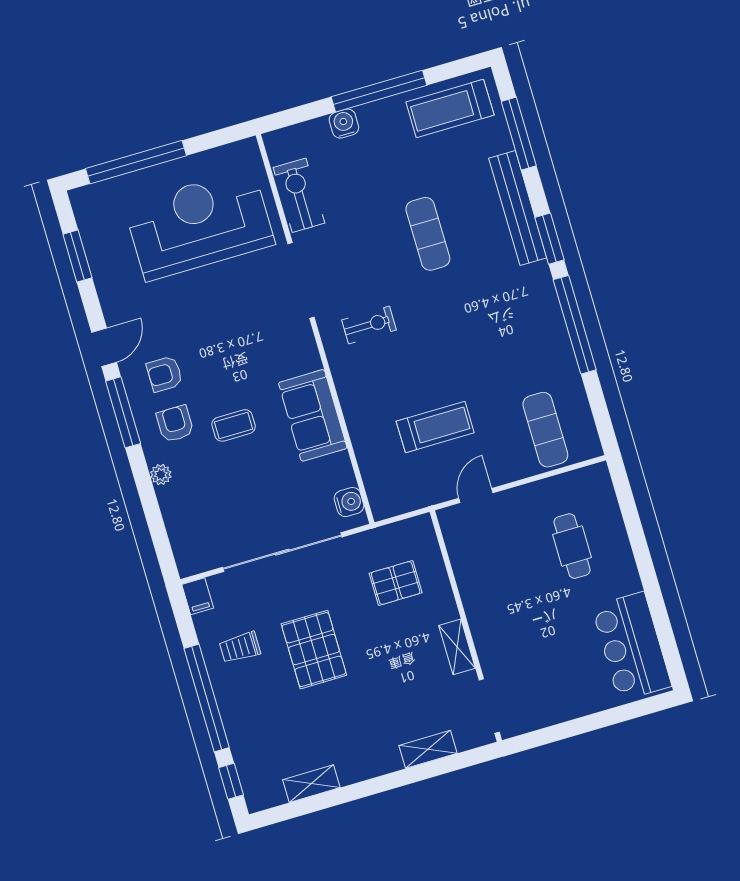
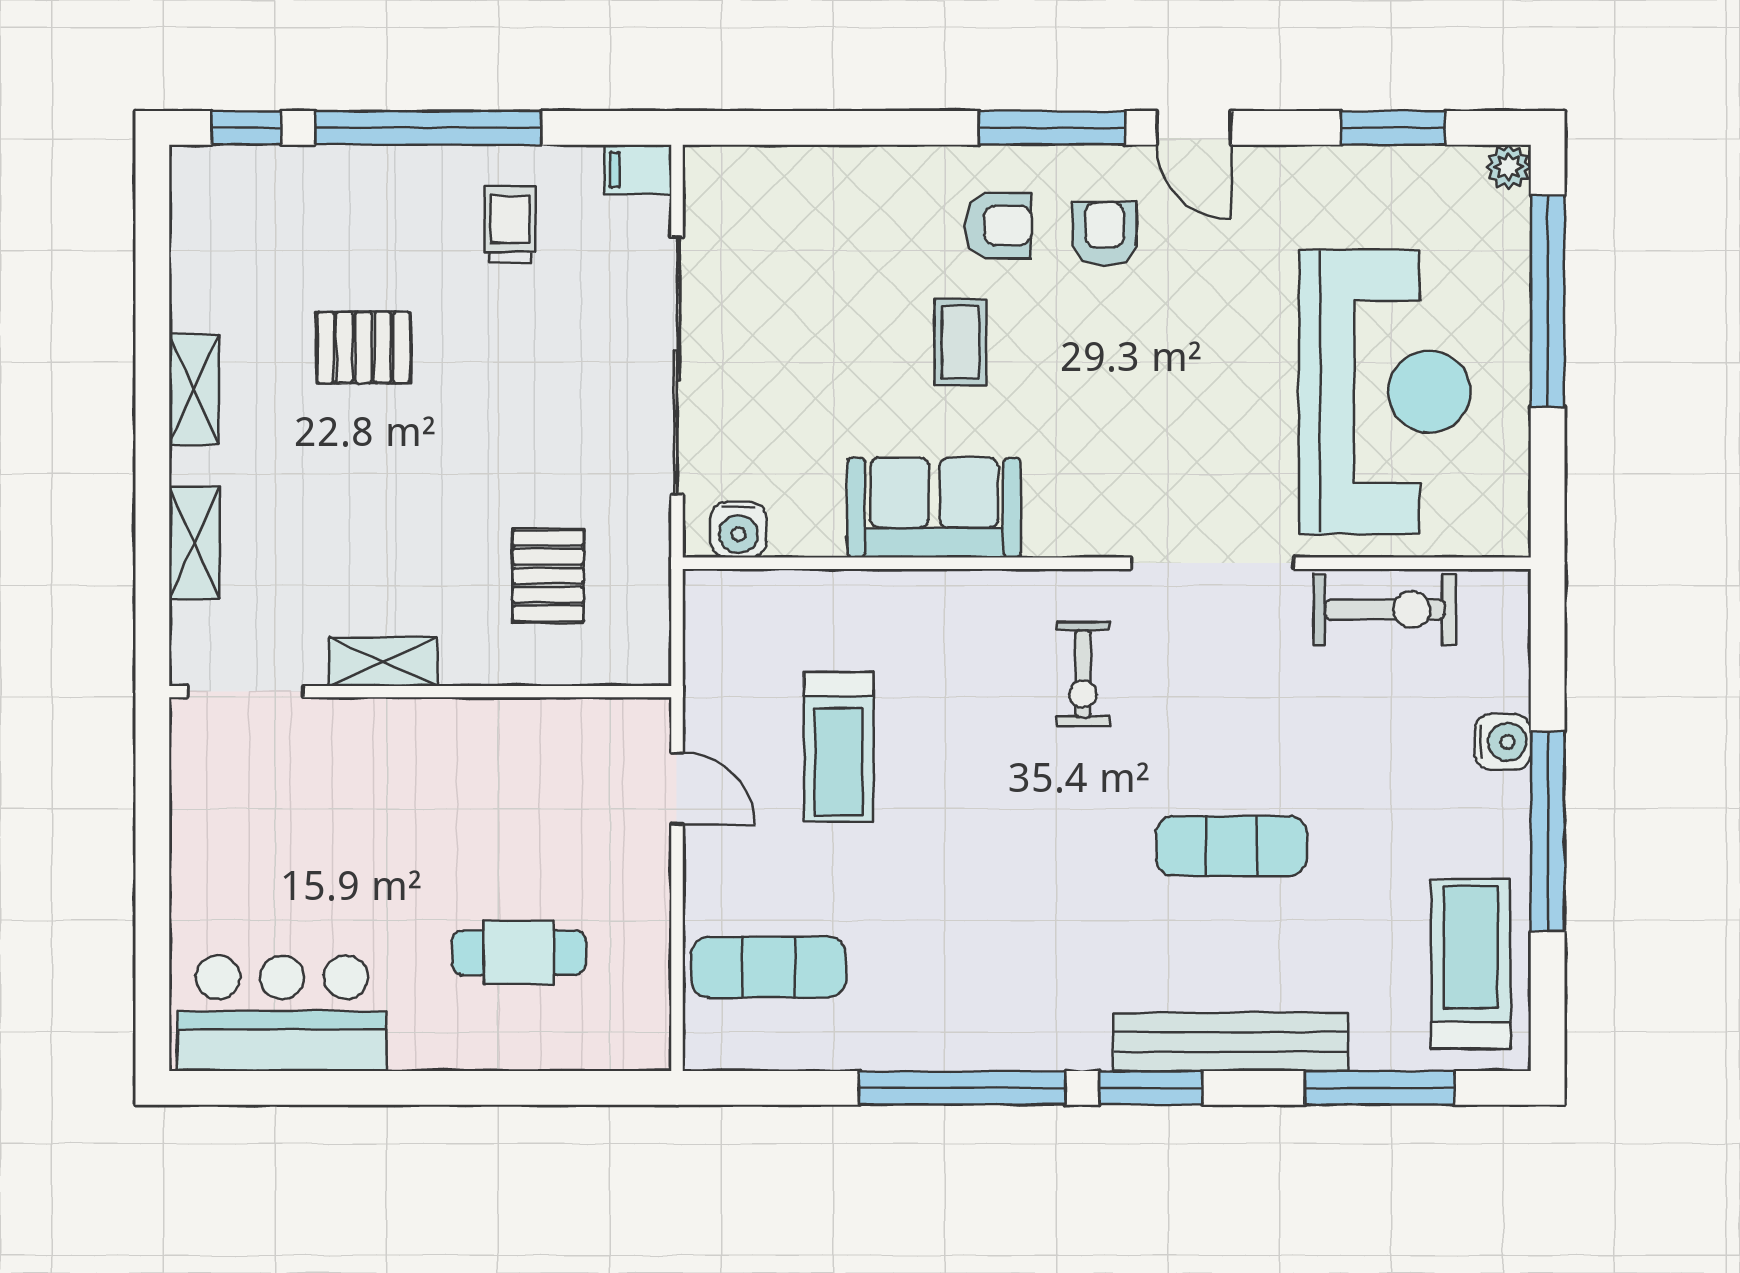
plant: (161, 475) -> (1509, 167), moved
pallet: (314, 650) -> (364, 347), moved, width x0.67, depth x0.71
shelving: (311, 784) -> (194, 389), moved

